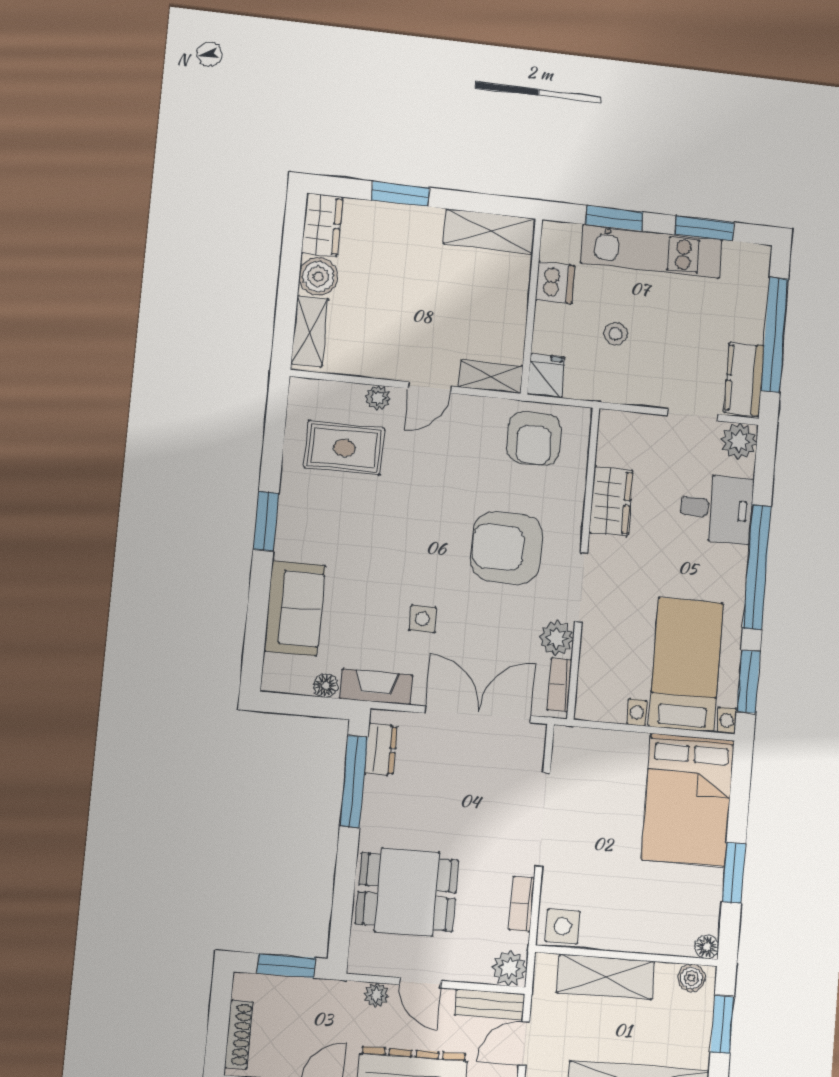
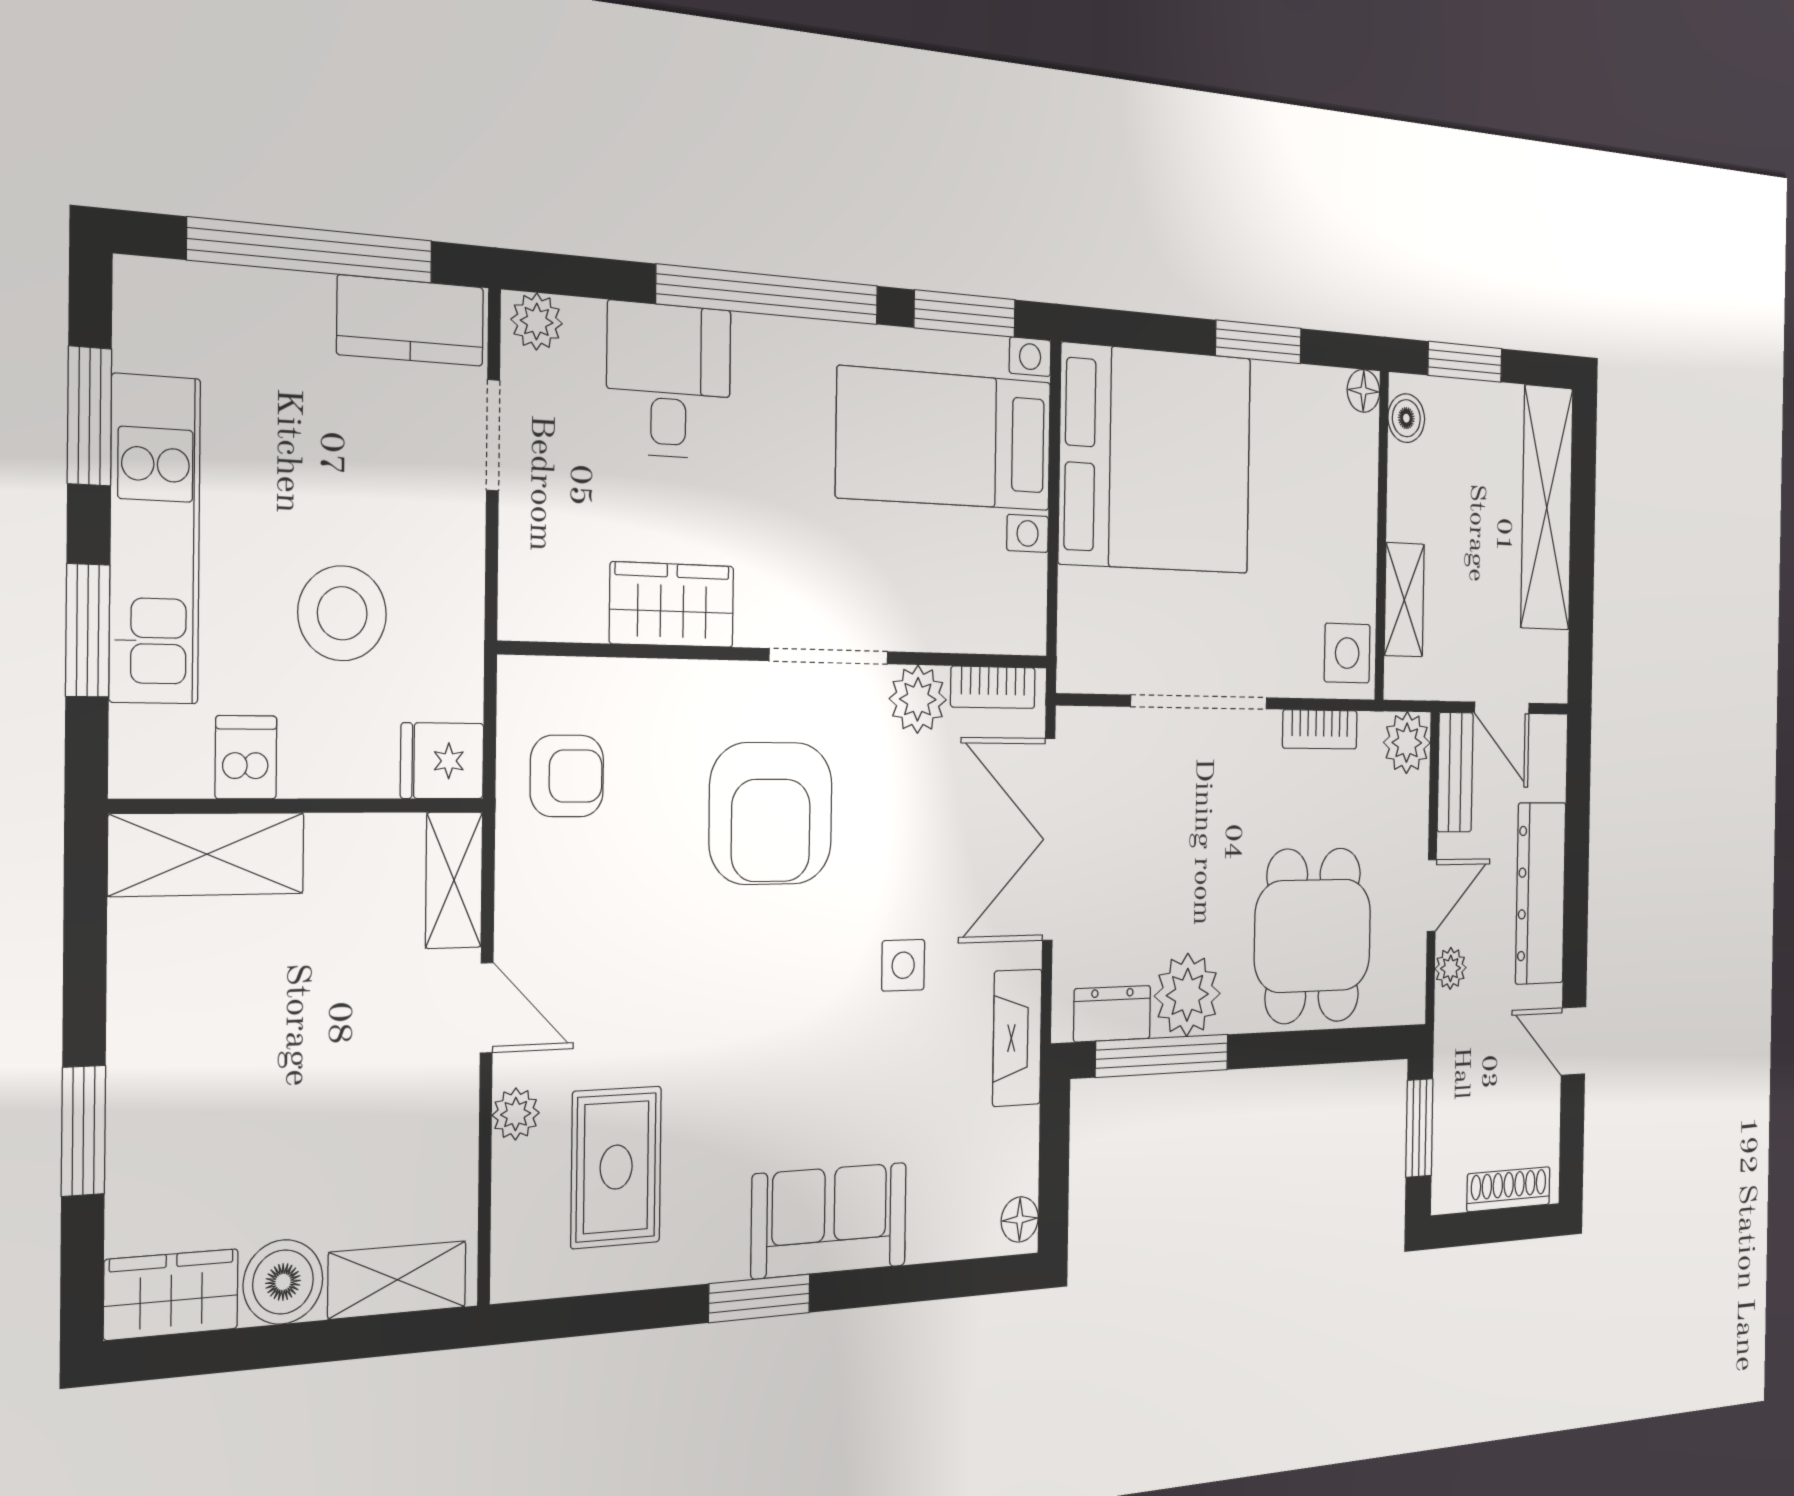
shelving: (489, 231) -> (207, 854), moved, turned 90
dishwasher: (555, 283) -> (246, 757), width x0.73
stool: (616, 334) -> (342, 613), width x1.89, depth x1.89
armchair: (534, 438) -> (567, 776), width x0.72, depth x0.72
plant: (739, 441) -> (537, 322), width x0.73, depth x0.73
sofa: (295, 608) -> (829, 1220), moved
floor lamp: (326, 686) -> (1020, 1219), moved
bed: (688, 800) -> (1156, 460), width x1.36
plant: (385, 801) -> (1187, 995), added
shelving: (606, 977) -> (1404, 600), width x0.67, depth x0.75

